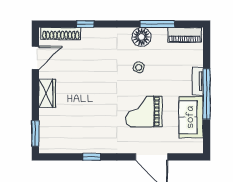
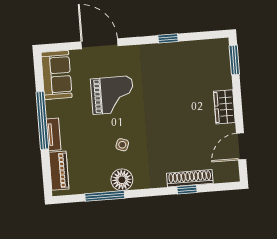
shoe rack: (61, 34) -> (190, 178), moved
piano: (185, 35) -> (59, 171), moved, turned 90
sofa: (191, 117) -> (56, 75), moved

